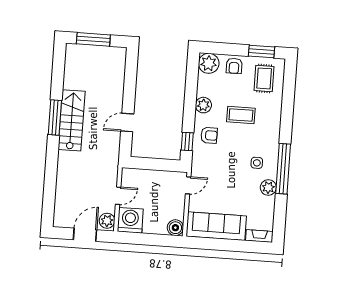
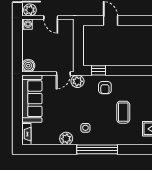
plant: (203, 105) -> (77, 81), moved
window: (283, 169) -> (97, 149), moved
door: (188, 185) -> (63, 74), hinge flipped
washing machine: (130, 220) -> (27, 24), width x0.53, depth x0.53

